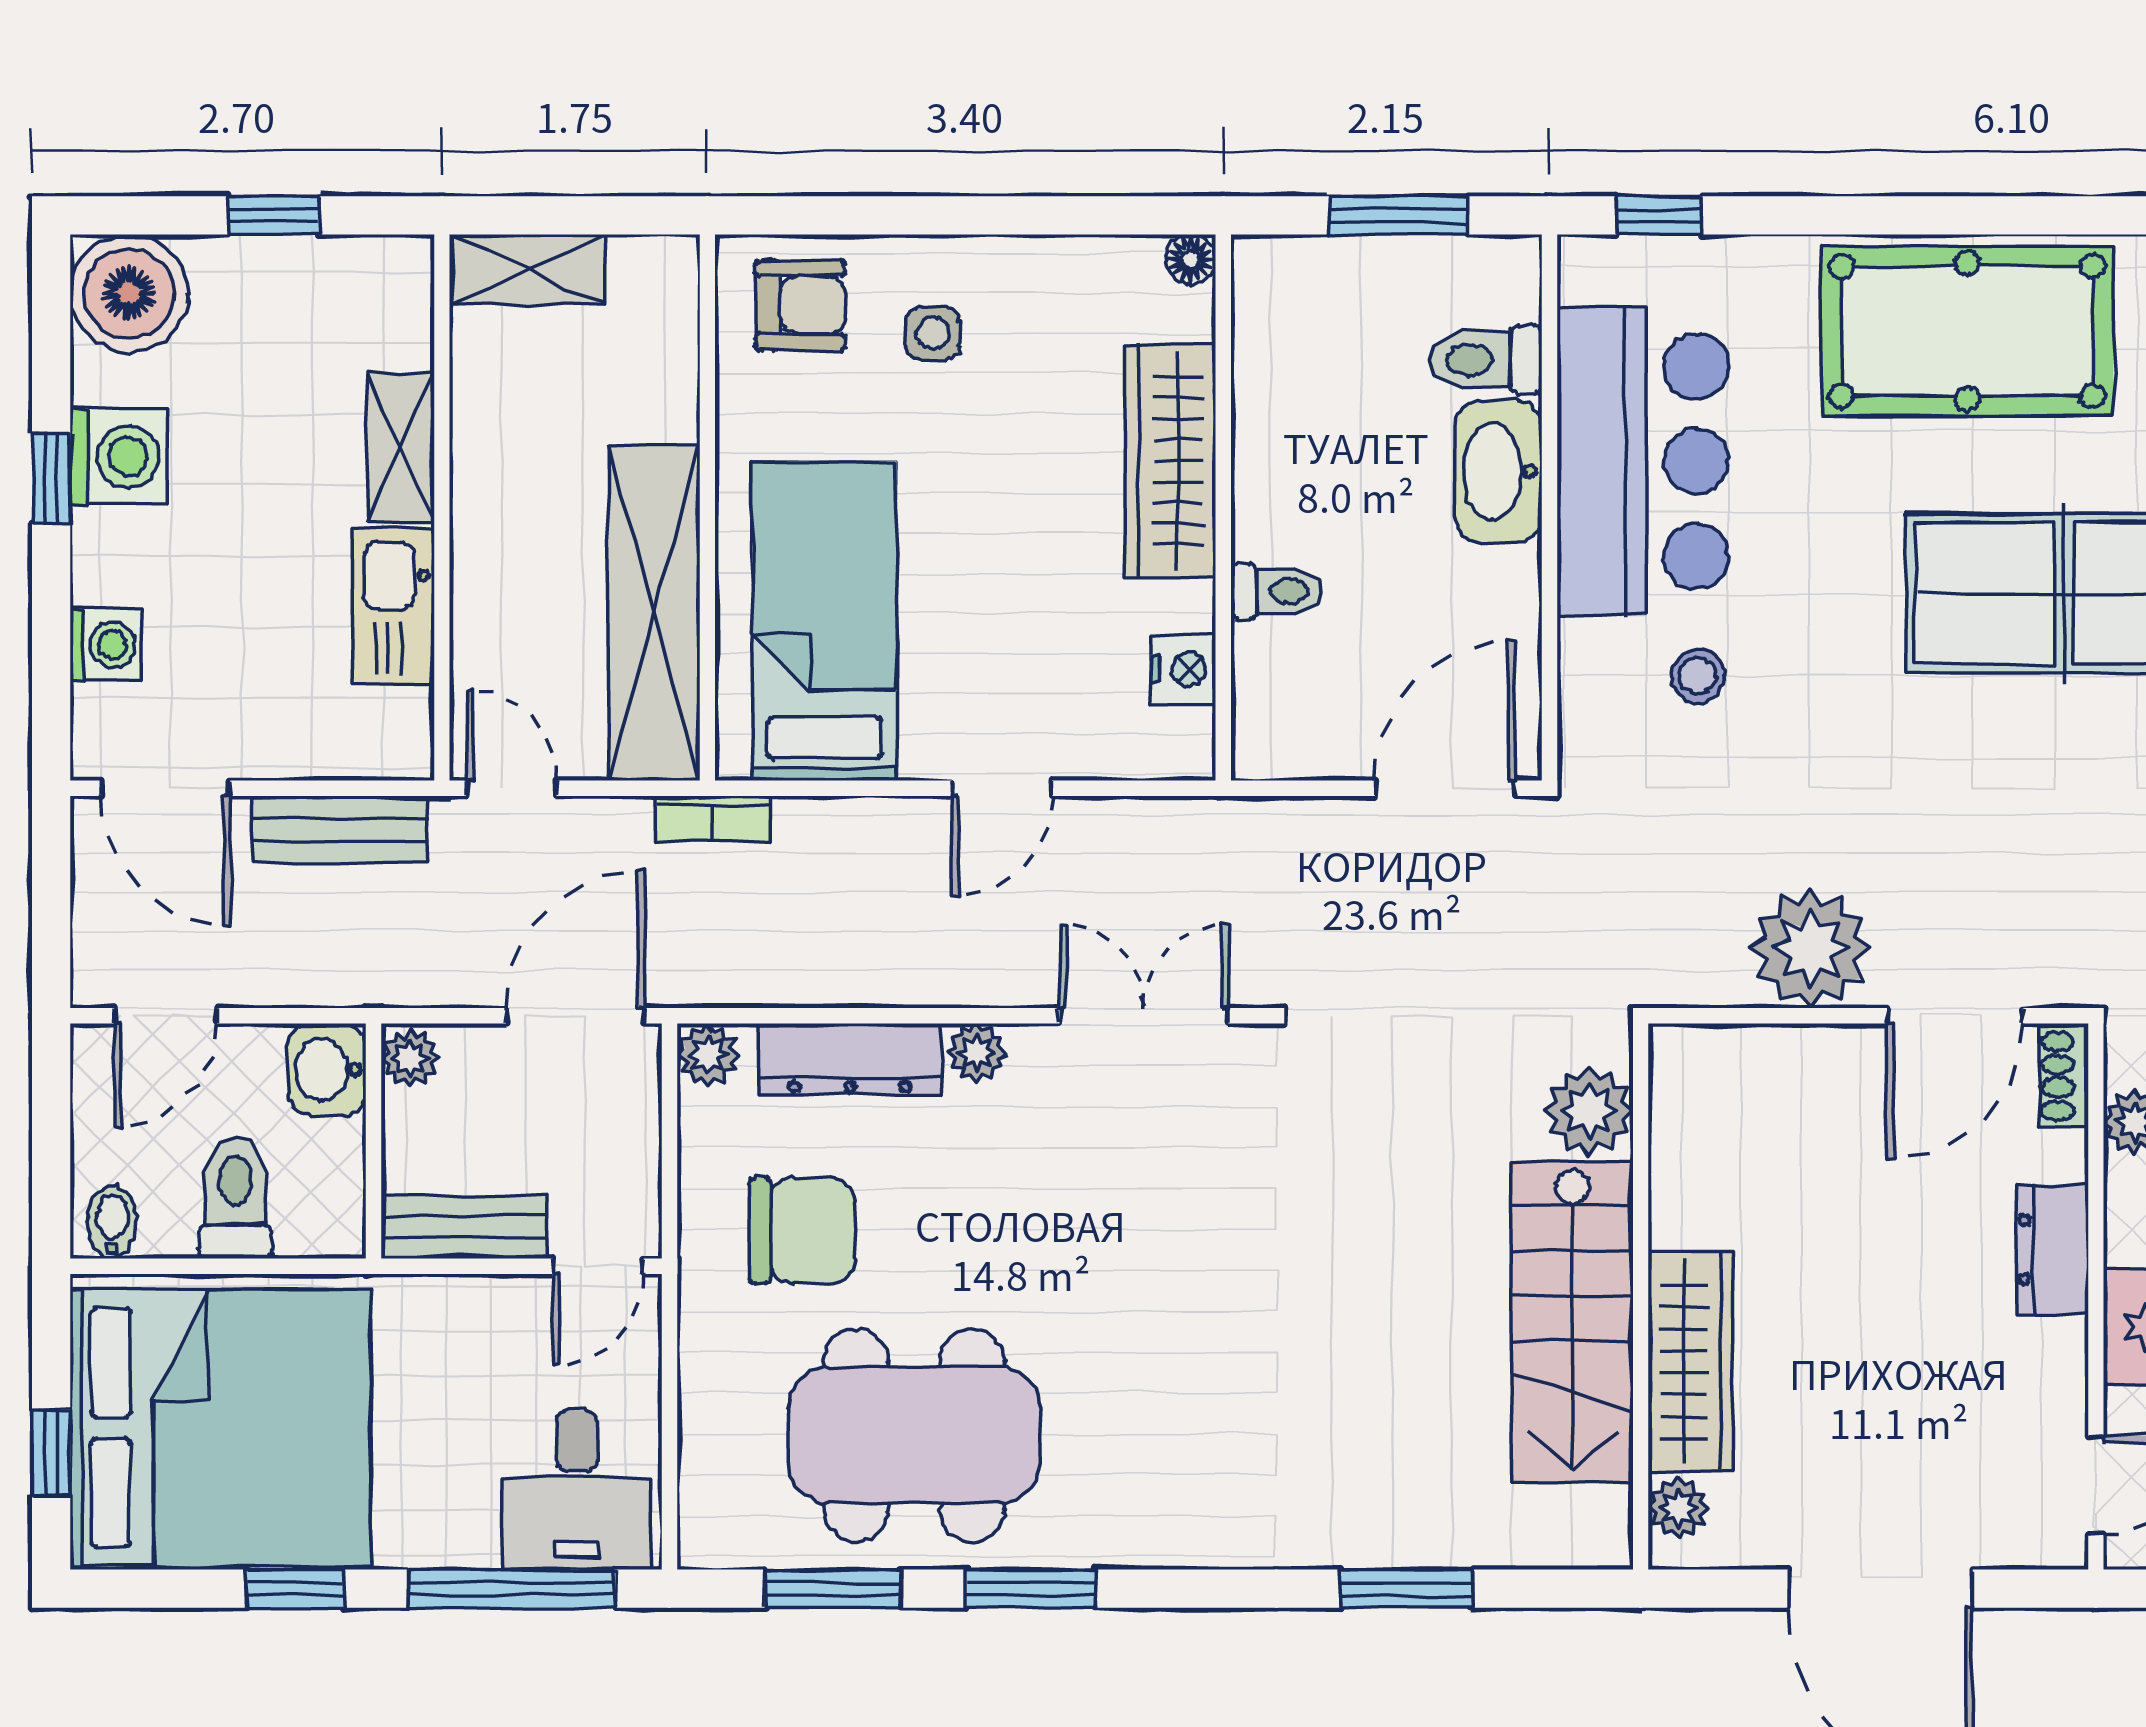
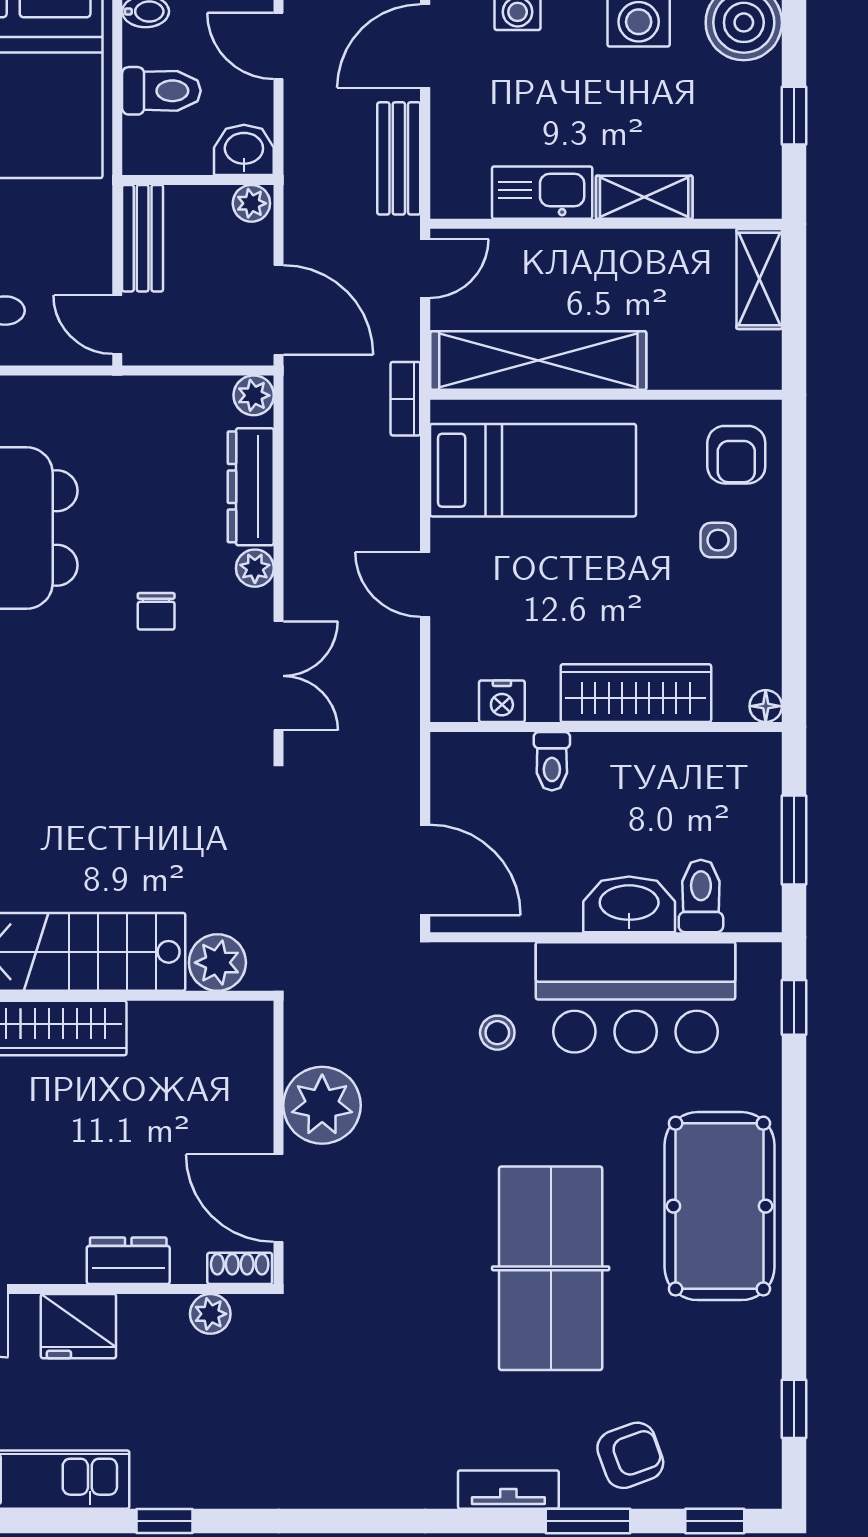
chair: (802, 1231) -> (156, 611), moved, width x0.54, depth x0.54

